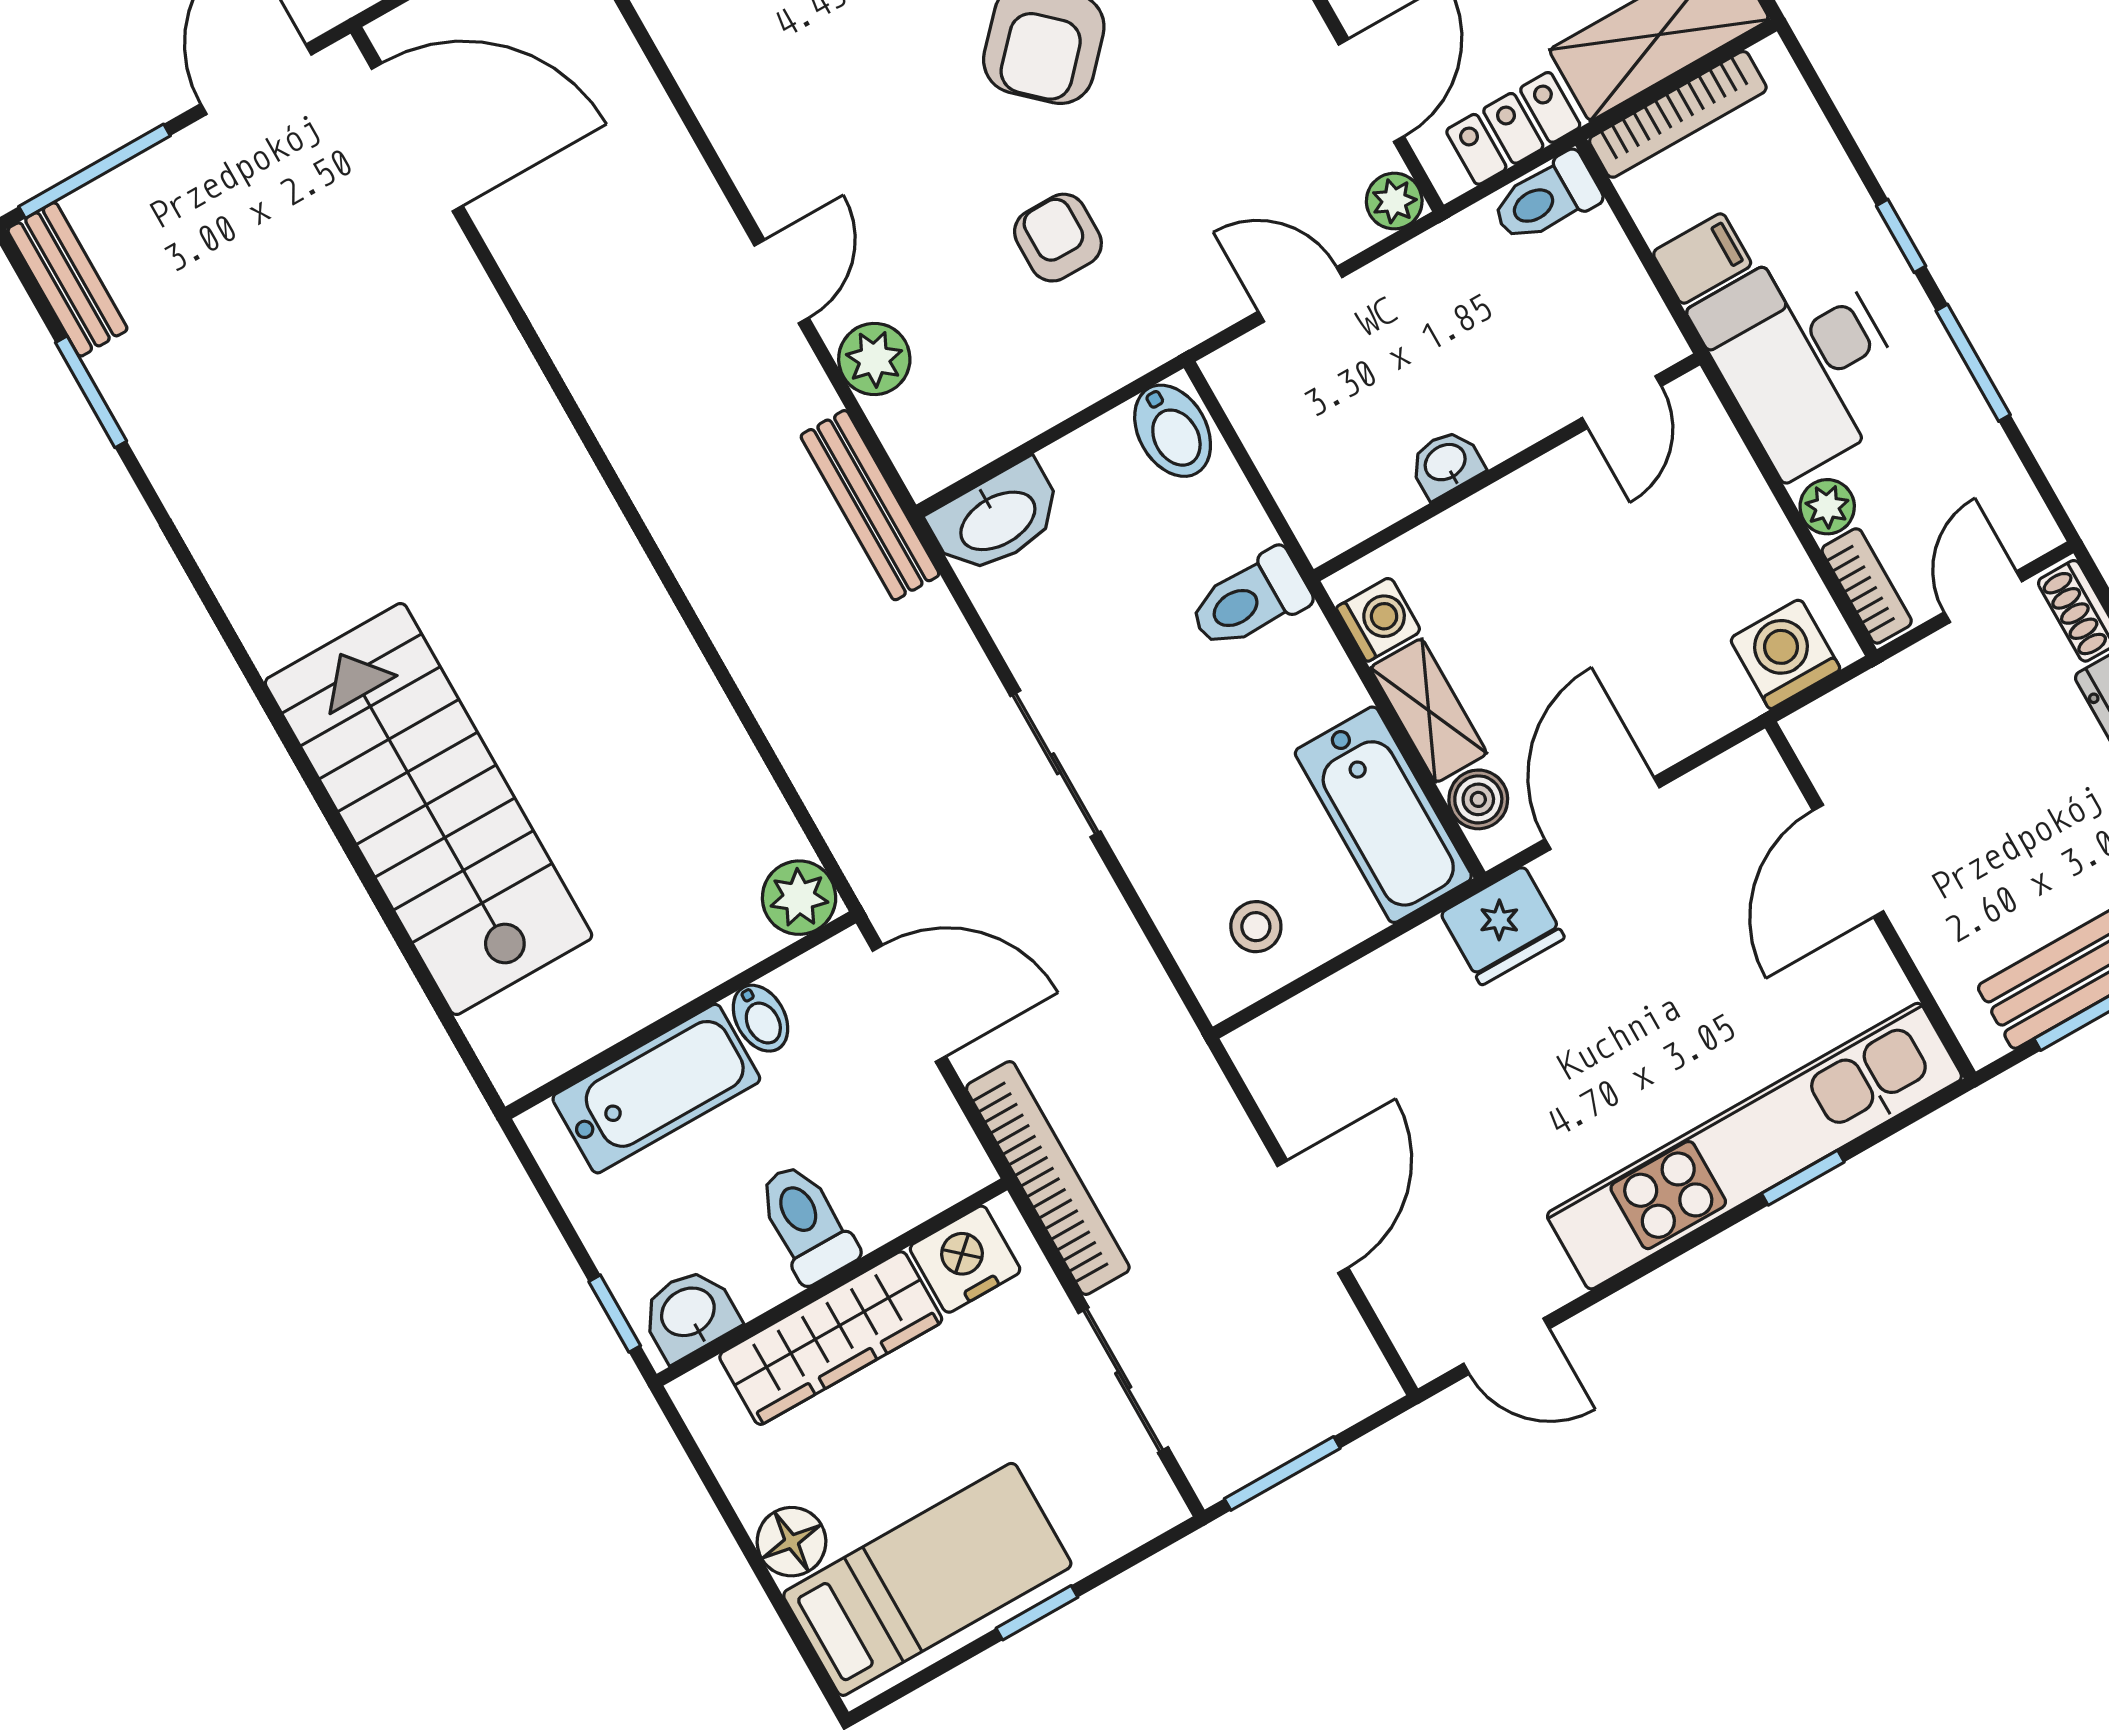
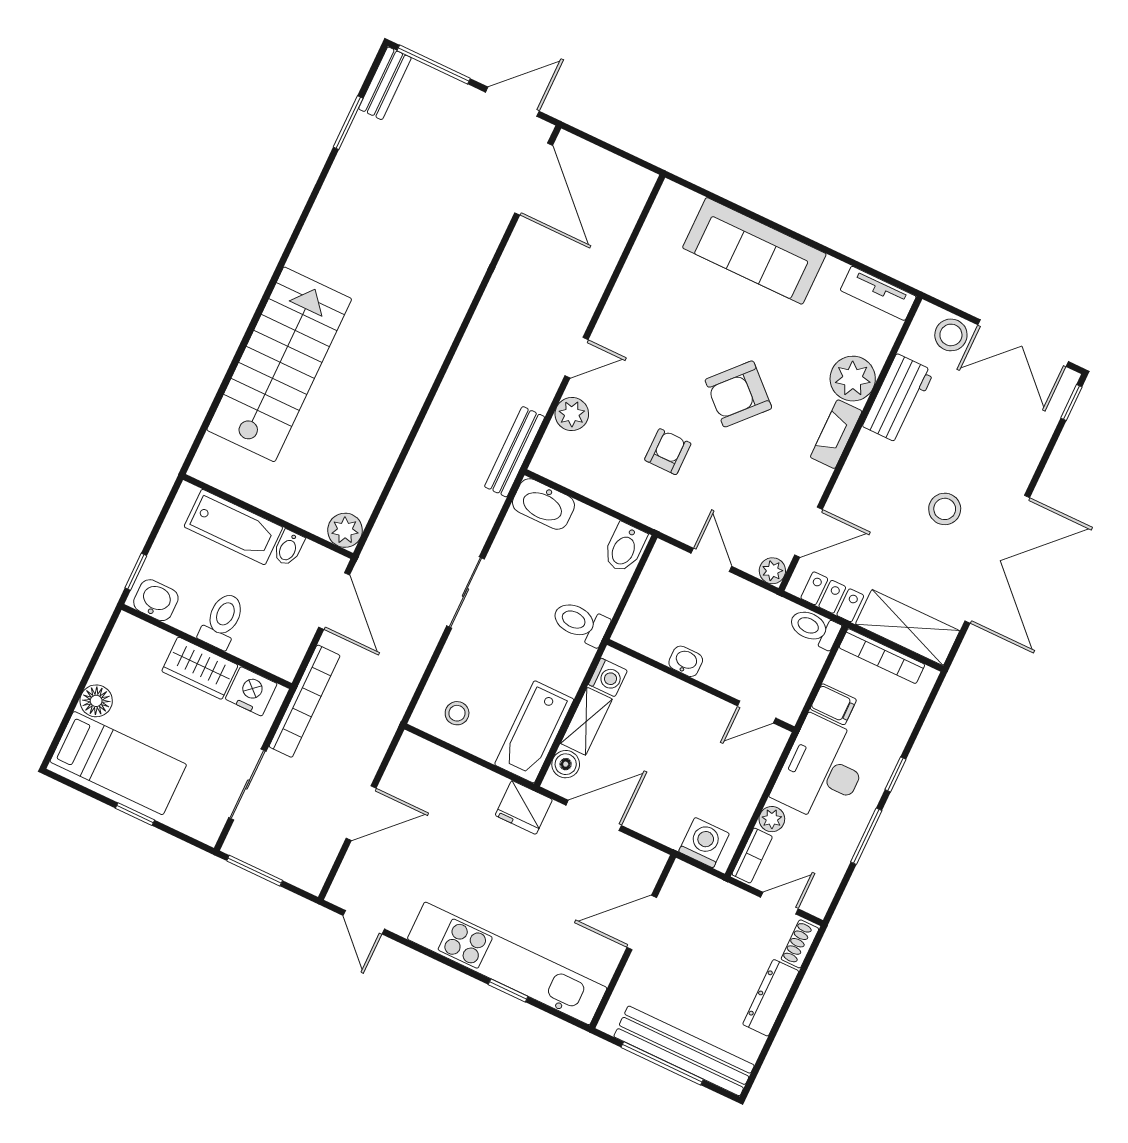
wardrobe: (831, 1338) -> (200, 668), width x0.67

